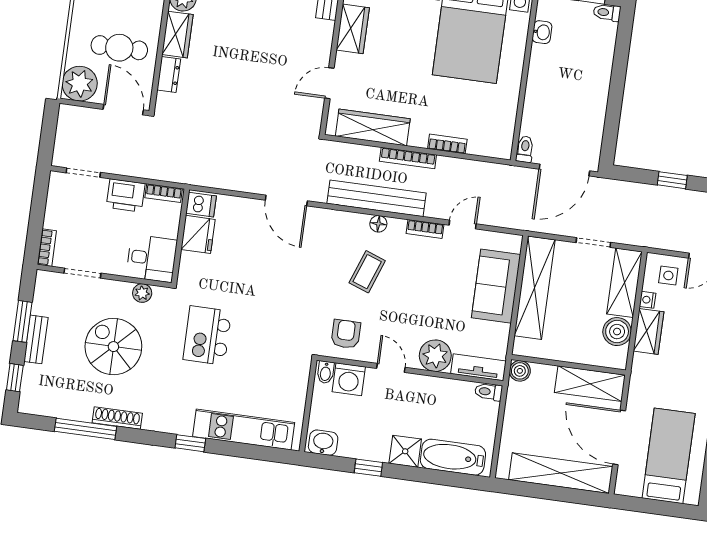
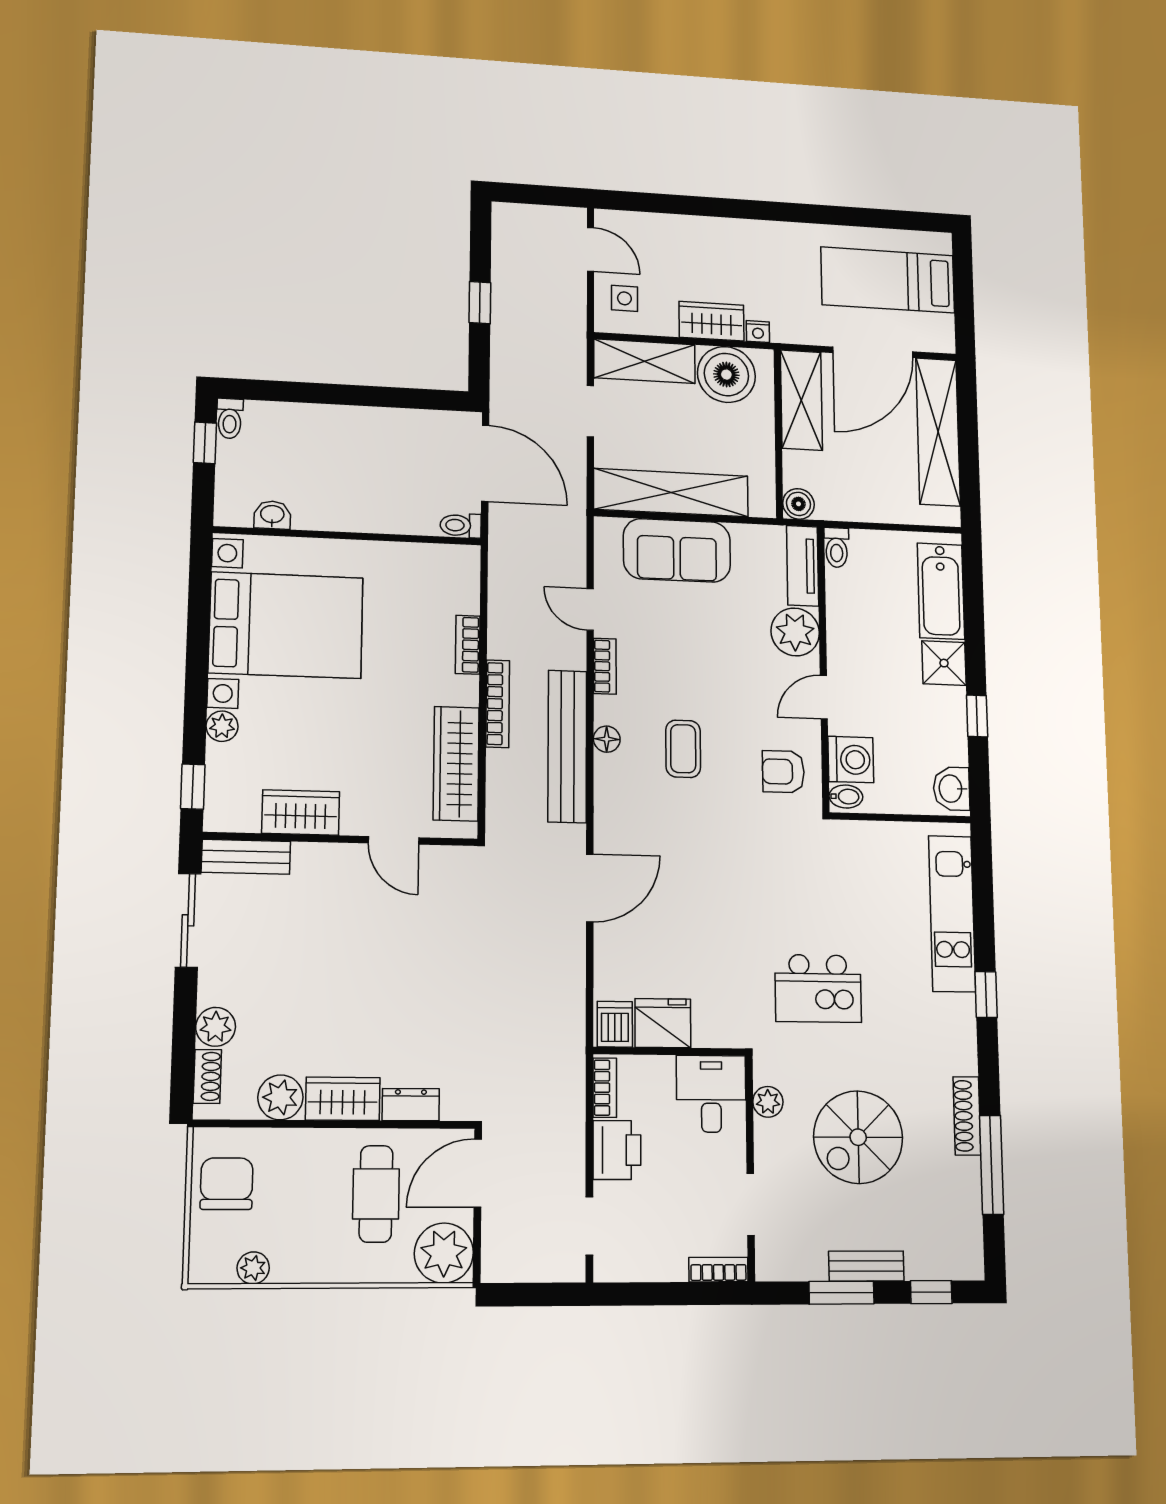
coffee table: (367, 272) -> (683, 749), turned 70
nightstand: (648, 300) -> (758, 332), moved
boiler: (617, 332) -> (726, 375), width x1.37, depth x1.37

